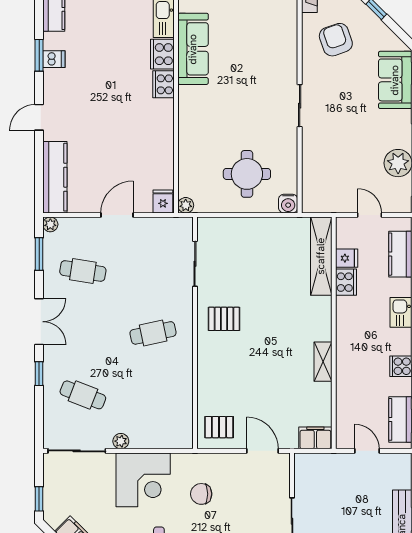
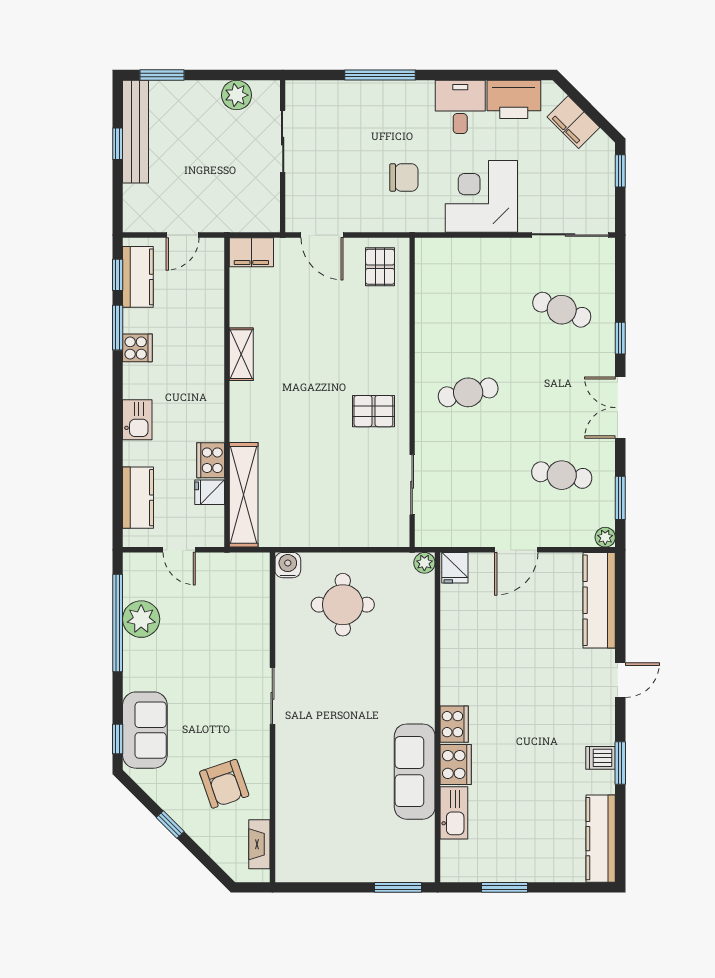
pallet: (219, 427) -> (380, 267), turned 90
plant: (121, 441) -> (511, 248), removed
door: (367, 451) -> (183, 235), hinge flipped

